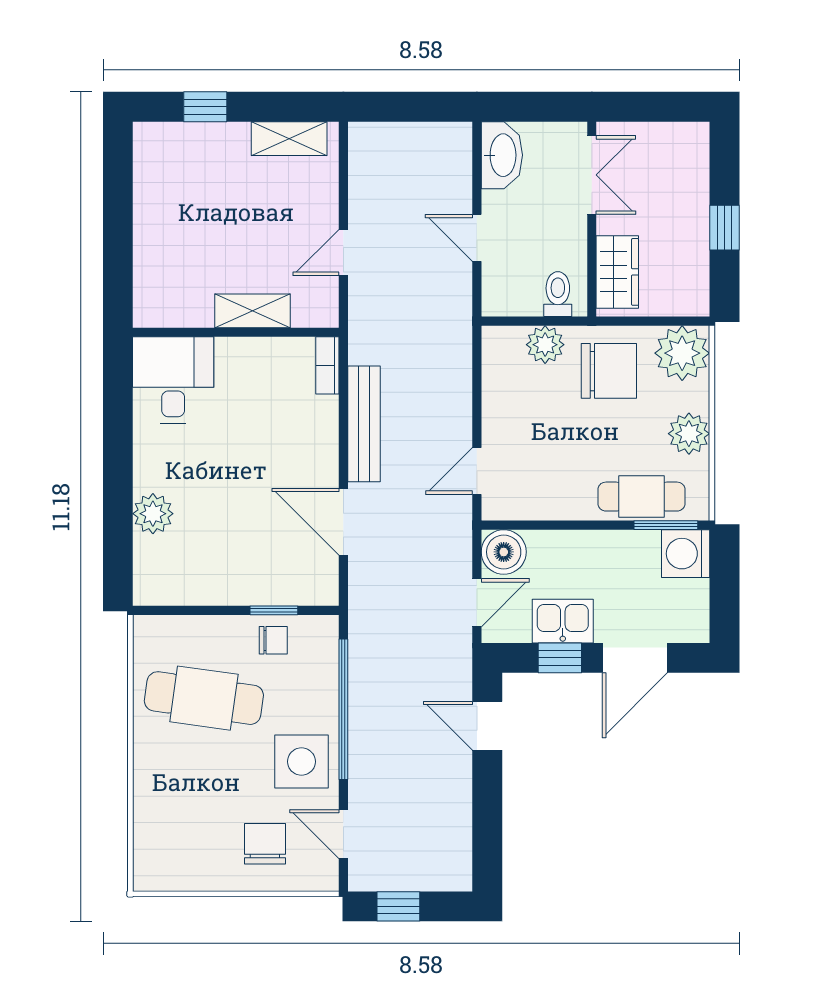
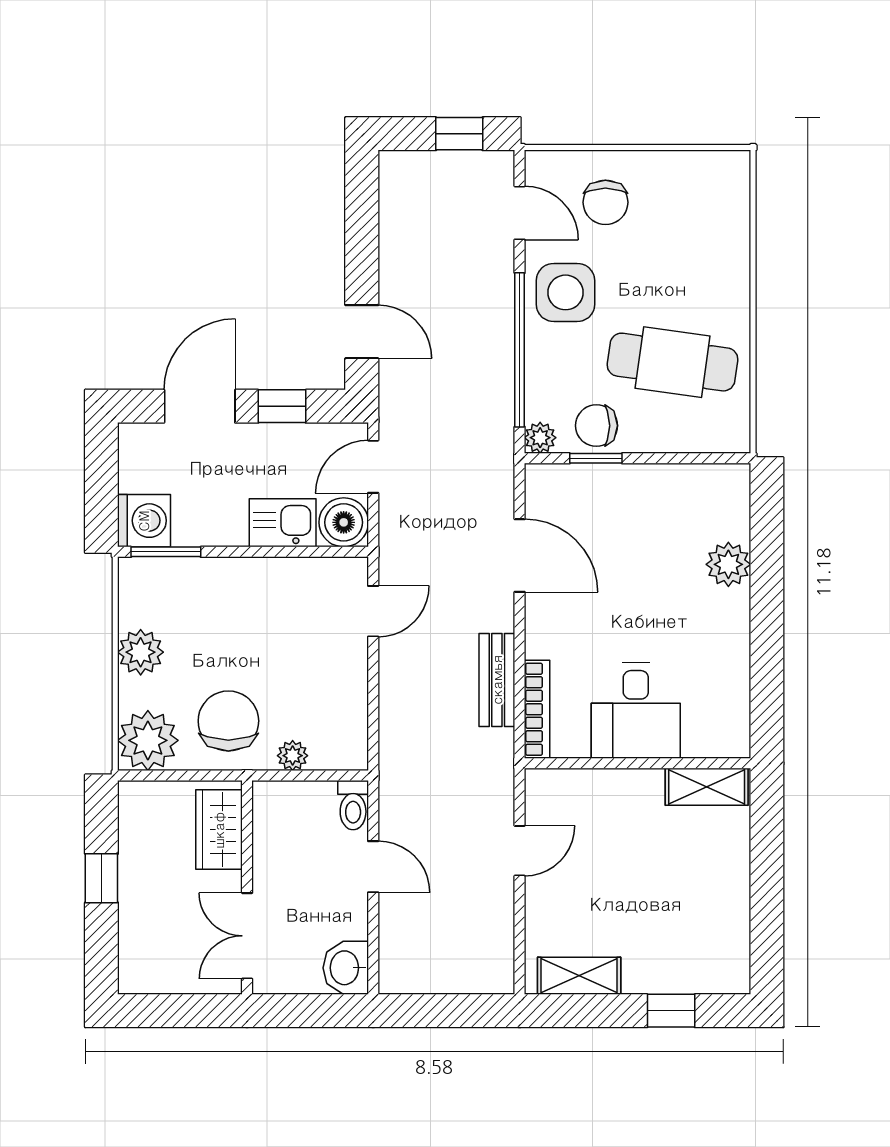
washbasin: (502, 155) -> (346, 968), width x0.72
toilet: (558, 294) -> (353, 805), moved
shelving: (252, 311) -> (707, 787), moved
plant: (545, 345) -> (293, 756), width x0.73, depth x0.73
bookcase: (327, 365) -> (537, 709), width x1.56
chair: (609, 371) -> (228, 721), turned 90
desk: (173, 380) -> (636, 711), moved
bench: (364, 424) -> (497, 680), width x0.73
cafe table: (641, 497) -> (193, 583), removed
kitchen sink: (563, 621) -> (283, 523), moved, turned 180
plant: (325, 629) -> (540, 438), added
chair: (273, 640) -> (596, 426), width x1.37, depth x1.37

